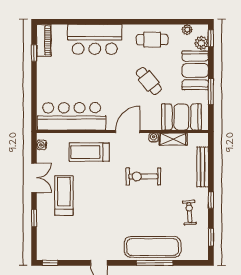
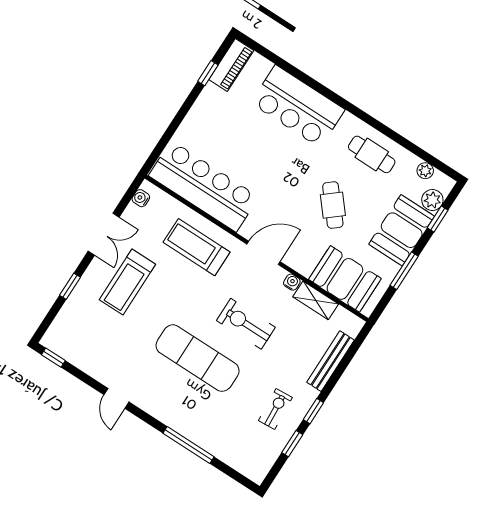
window: (211, 38) -> (438, 219), moved
treadmill: (64, 195) -> (127, 282), turned 180
window: (211, 237) -> (292, 444), moved
exercise mat: (153, 247) -> (198, 358), moved

